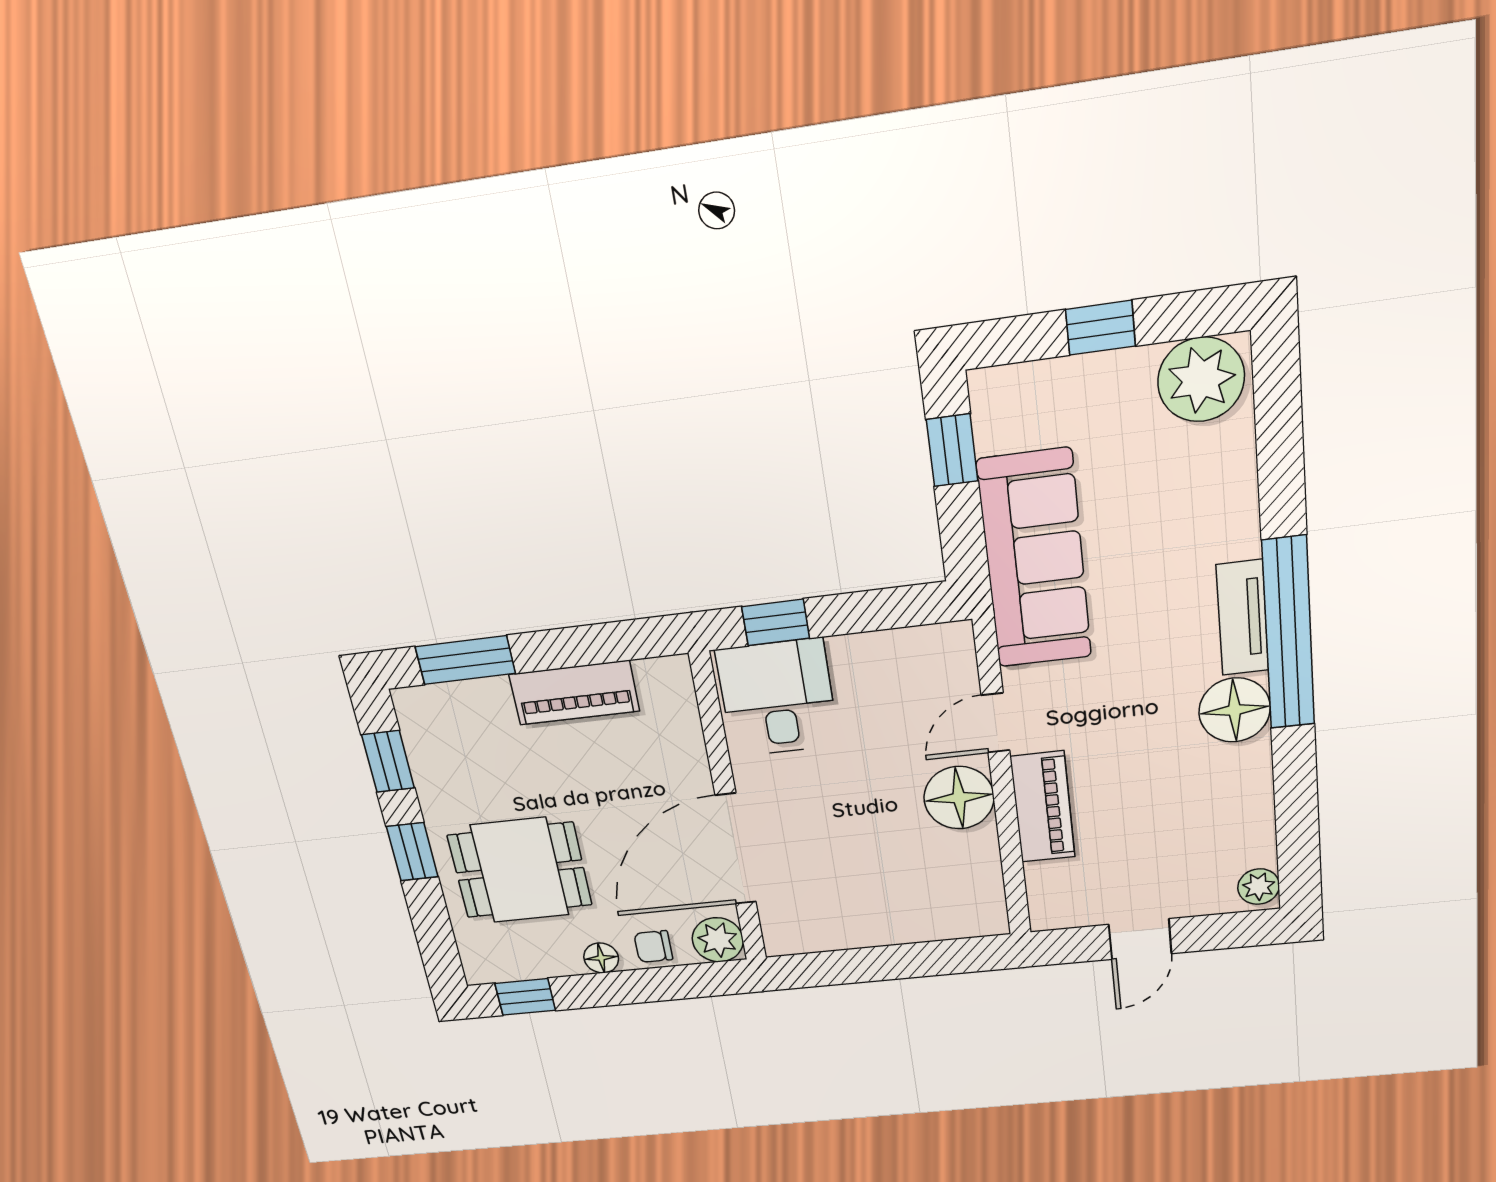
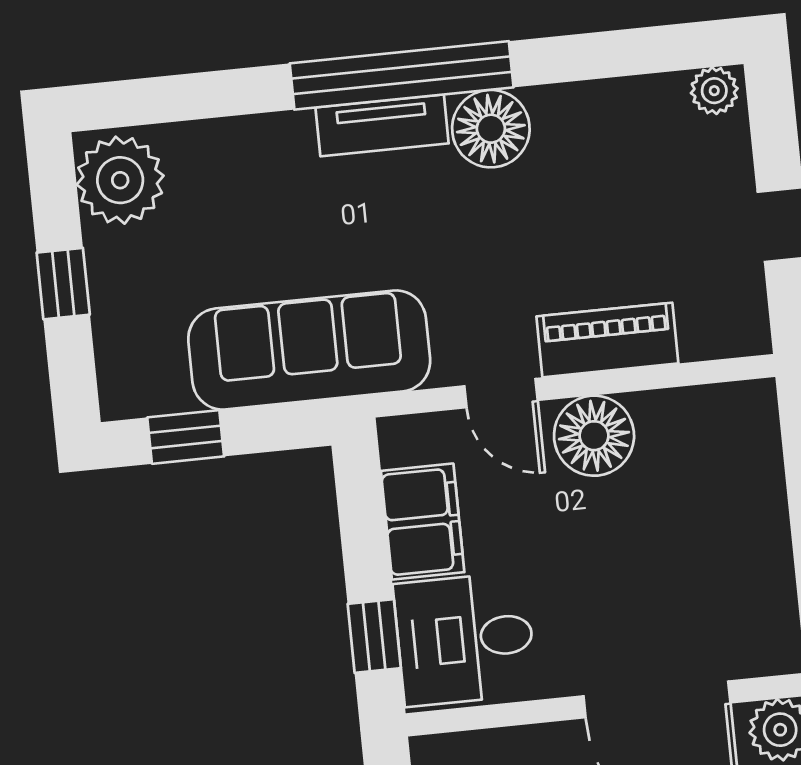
filing cabinet: (880, 661) -> (423, 522), added

